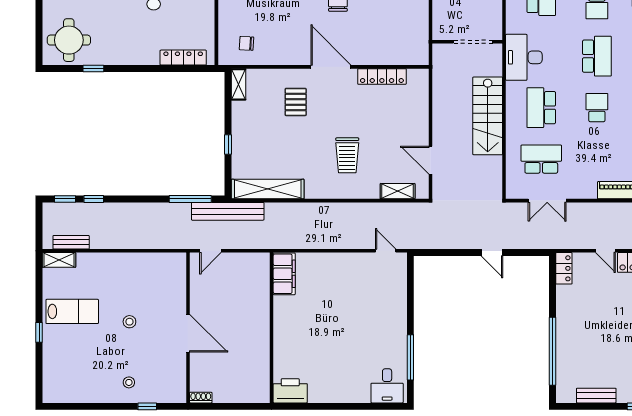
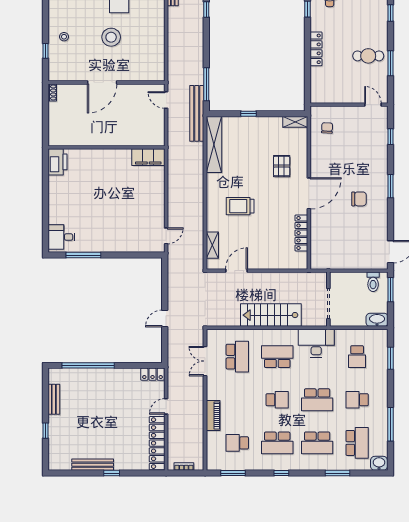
locker: (183, 58) -> (316, 49), moved
pallet: (296, 102) -> (282, 166), turned 90
stool: (129, 322) -> (111, 37), width x1.89, depth x1.89

